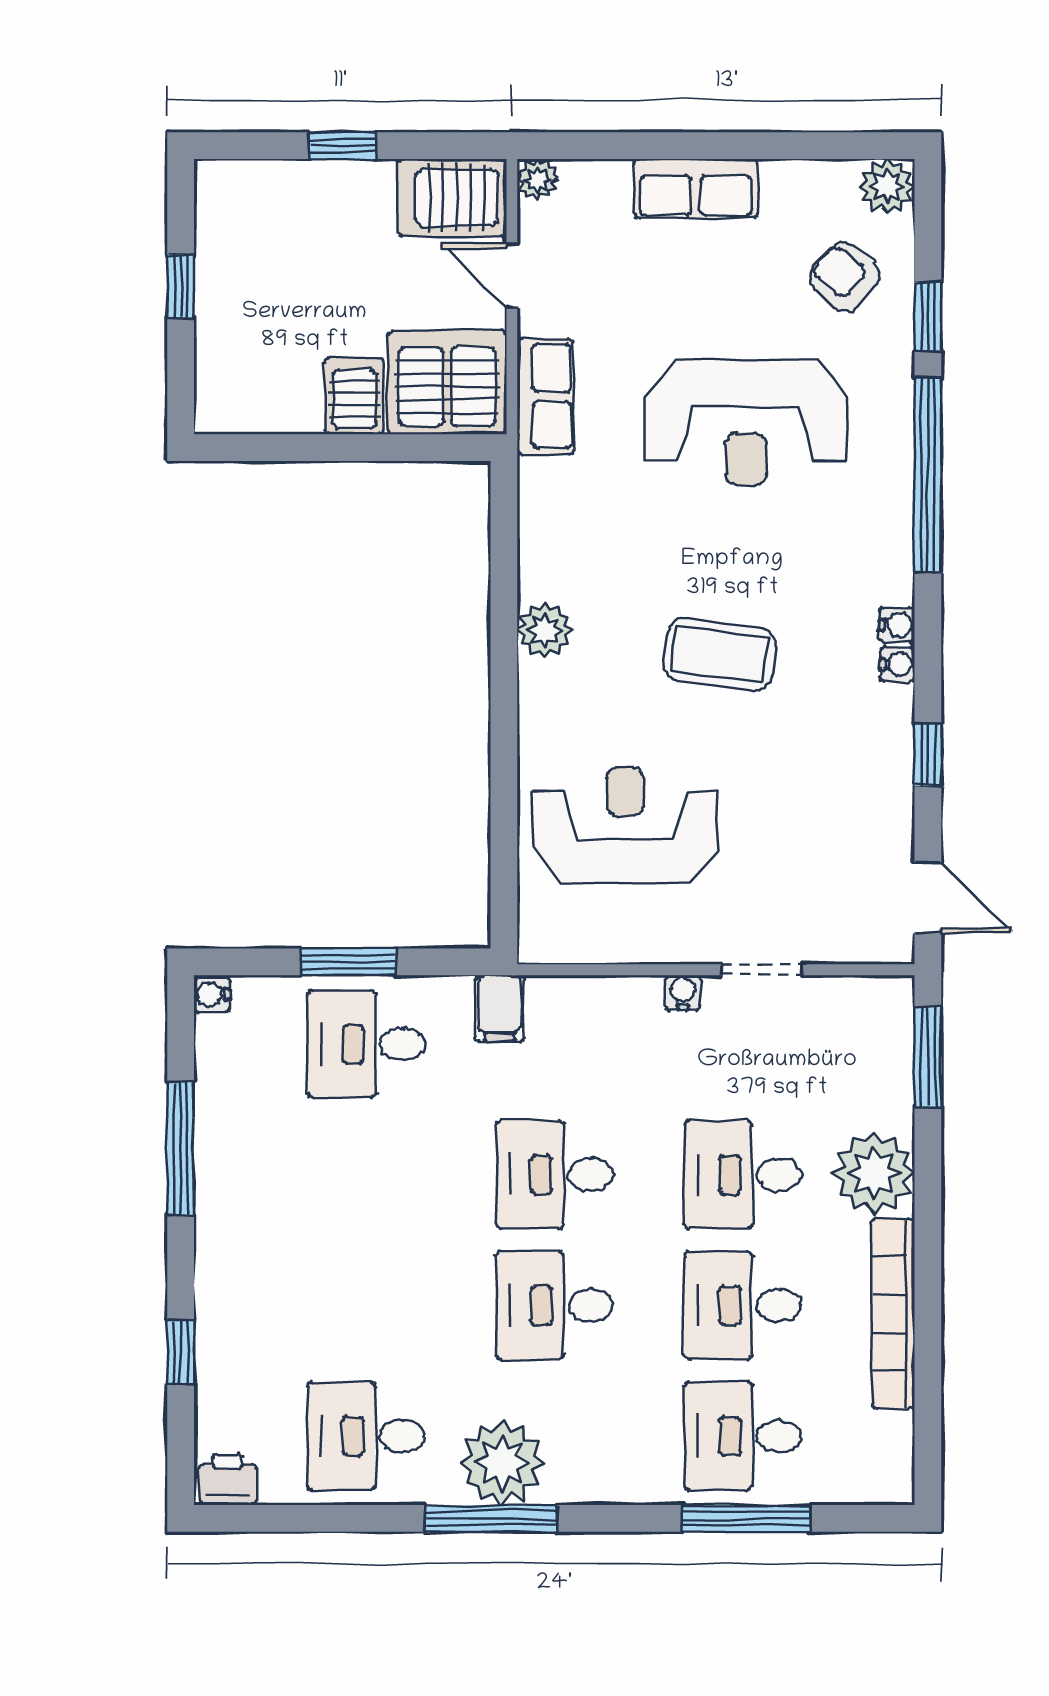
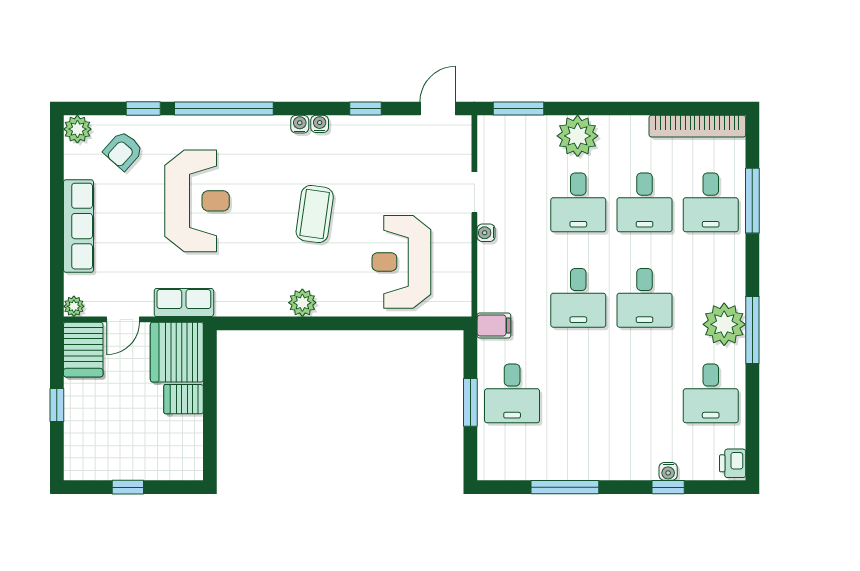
row of seats: (696, 188) -> (79, 226), width x1.48
water cooler: (212, 994) -> (668, 471), moved
bookcase: (893, 1313) -> (697, 126), moved

